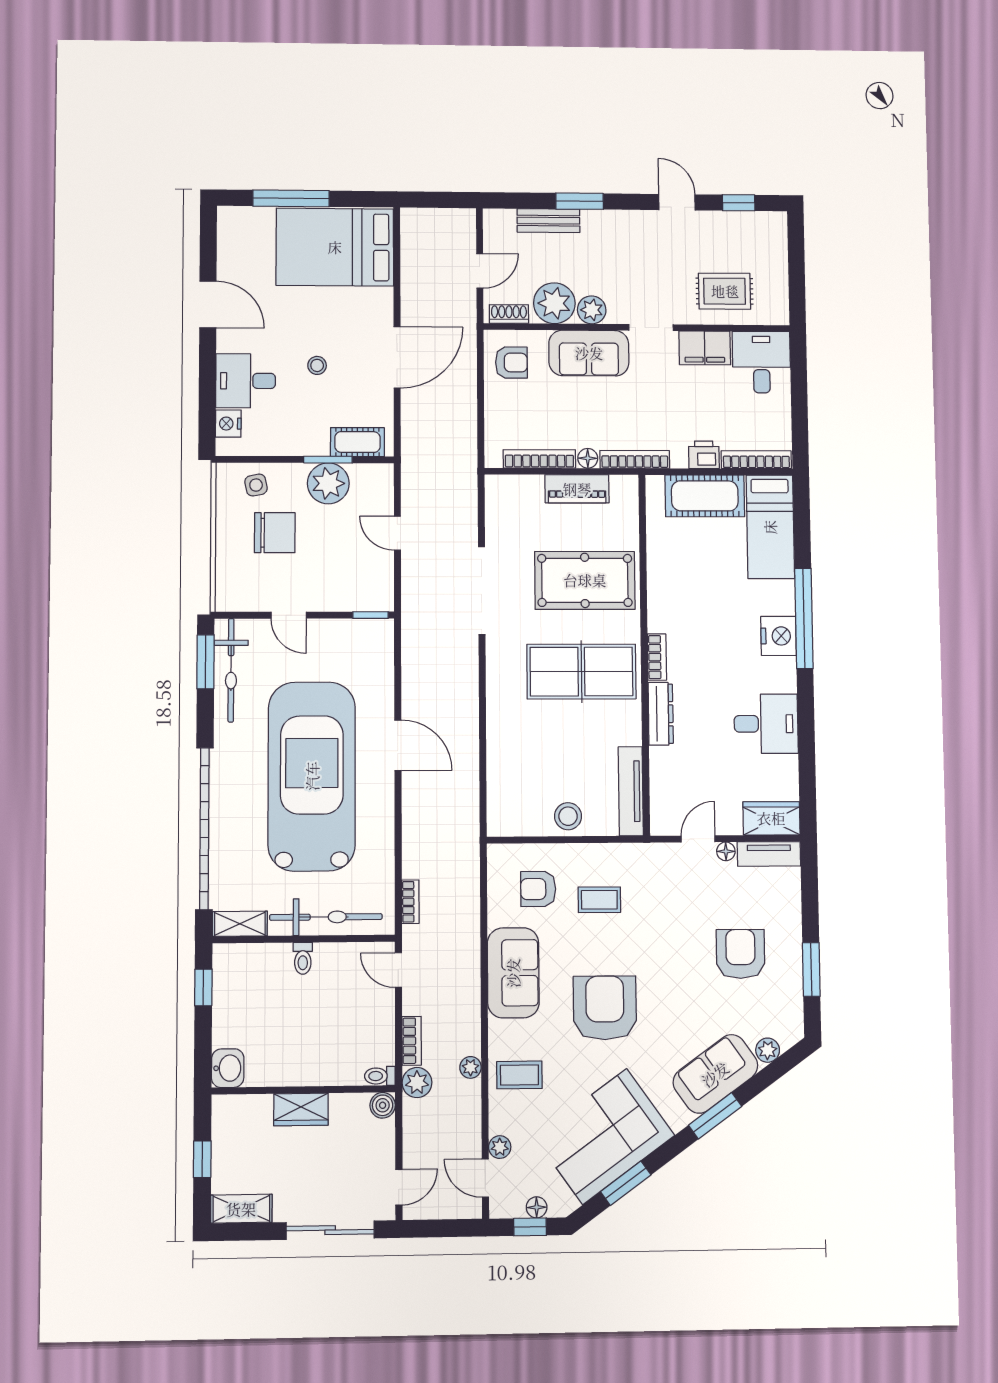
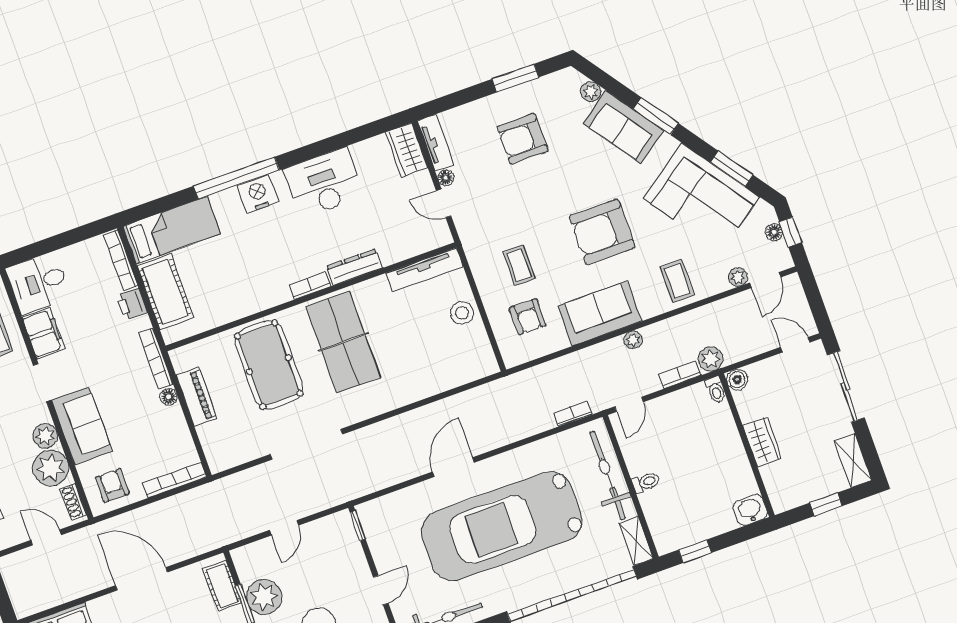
bookcase: (539, 459) -> (175, 480), moved, turned 90
desk: (766, 724) -> (324, 183), width x1.37
plant: (471, 1067) -> (633, 340), moved

